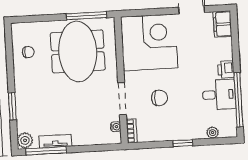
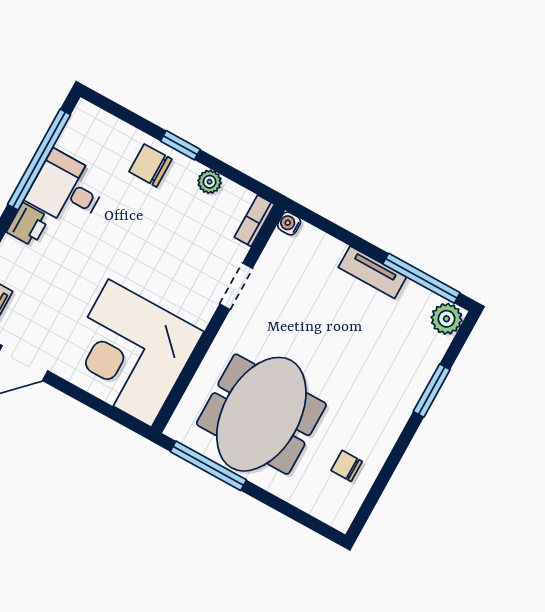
chair: (159, 98) -> (150, 165), moved
doorway: (122, 99) -> (236, 286), width x0.73
water cooler: (116, 127) -> (289, 223), moved
plant: (213, 133) -> (210, 182), moved
tv unit: (55, 141) -> (372, 272), moved

